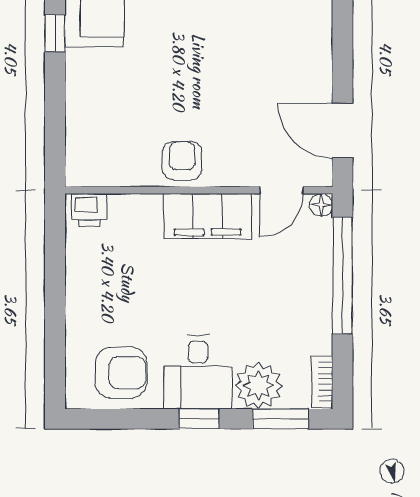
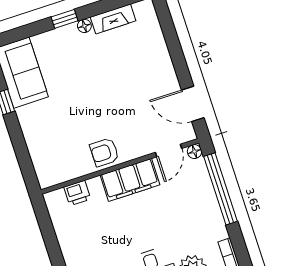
armchair: (182, 161) -> (104, 152), turned -90
printer: (89, 210) -> (77, 193), moved

